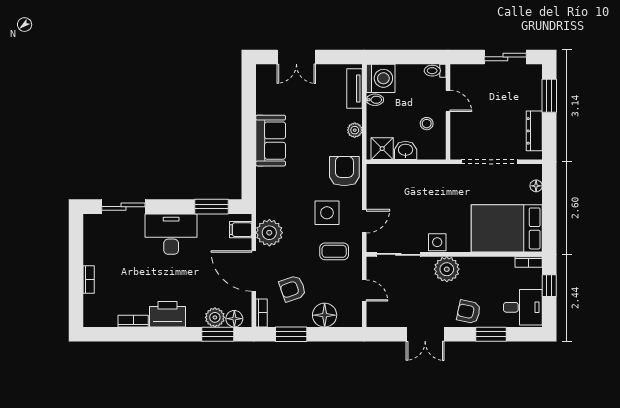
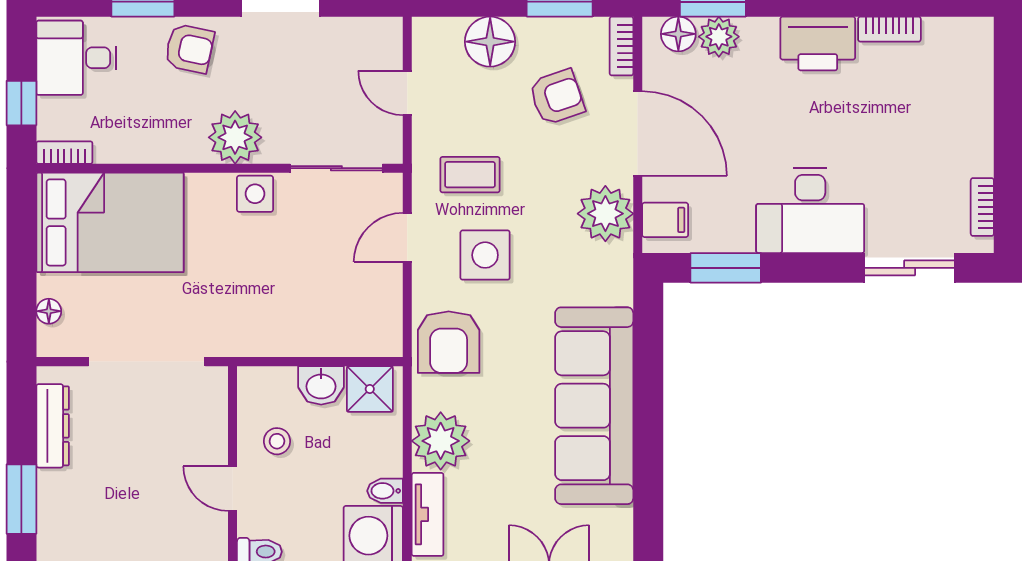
plant: (355, 130) -> (441, 441), width x1.87, depth x1.87
sofa: (271, 141) -> (594, 406), width x1.85, depth x1.27
bookcase: (89, 279) -> (982, 207), moved

